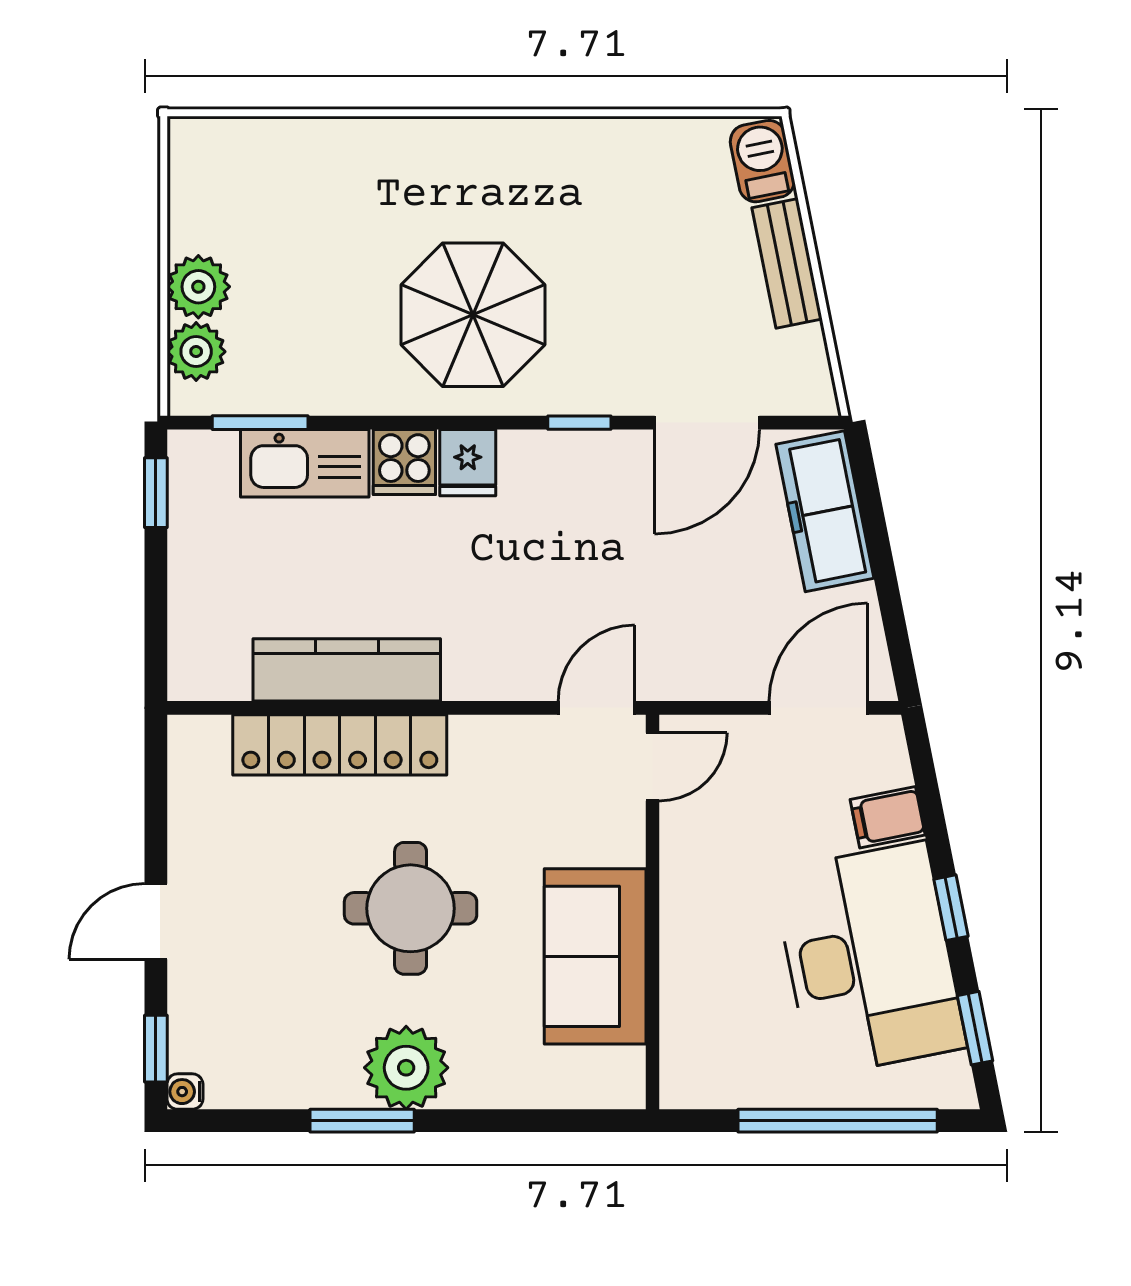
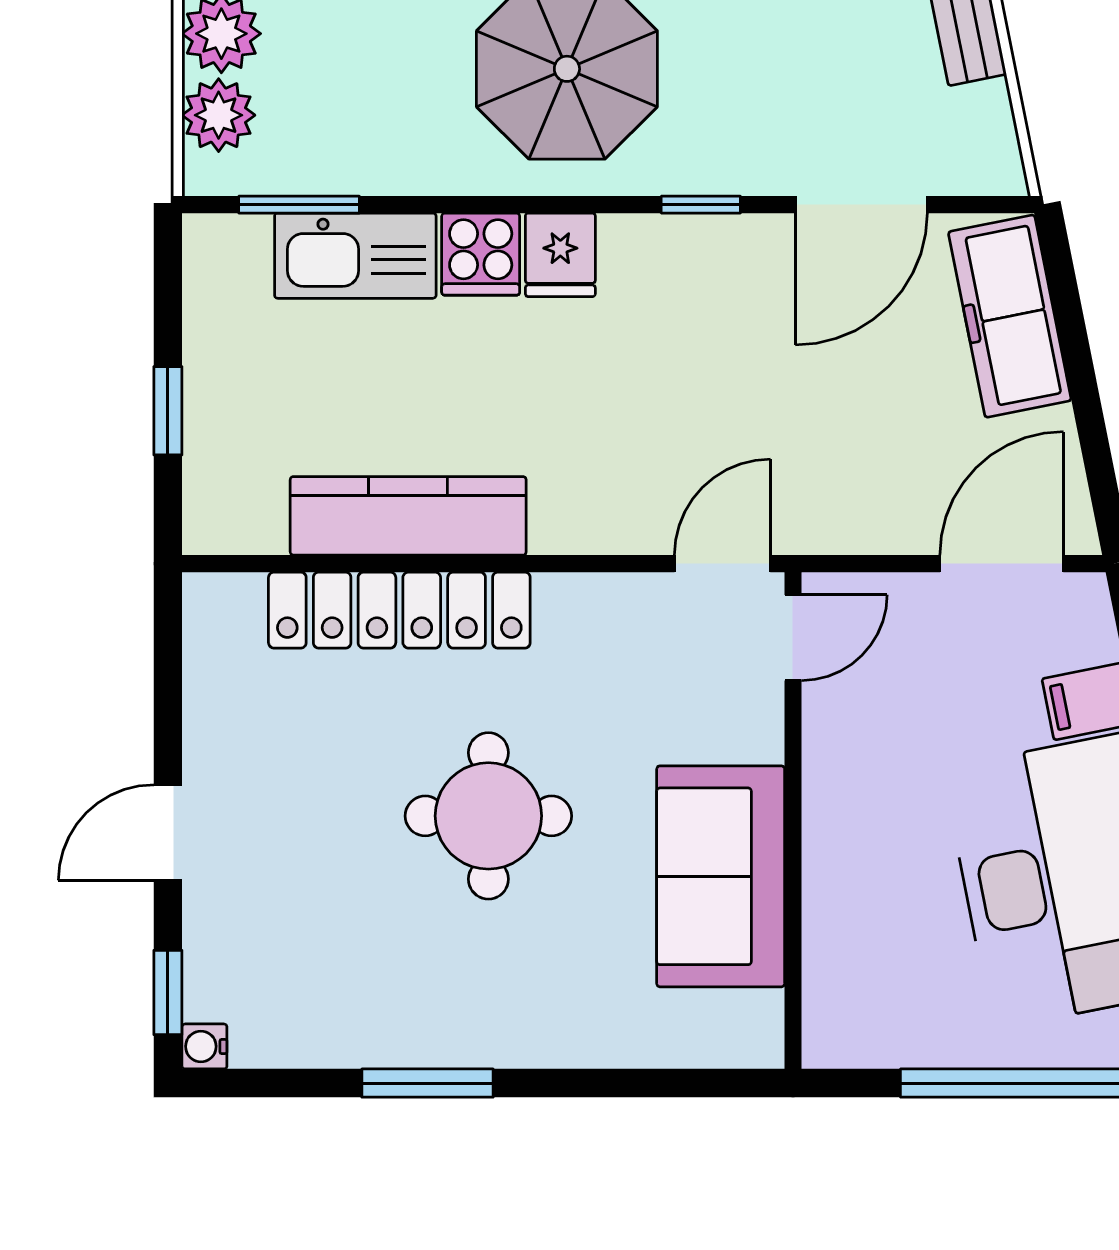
window: (156, 493) -> (168, 411), moved
plant: (406, 1068) -> (483, 1017), removed

